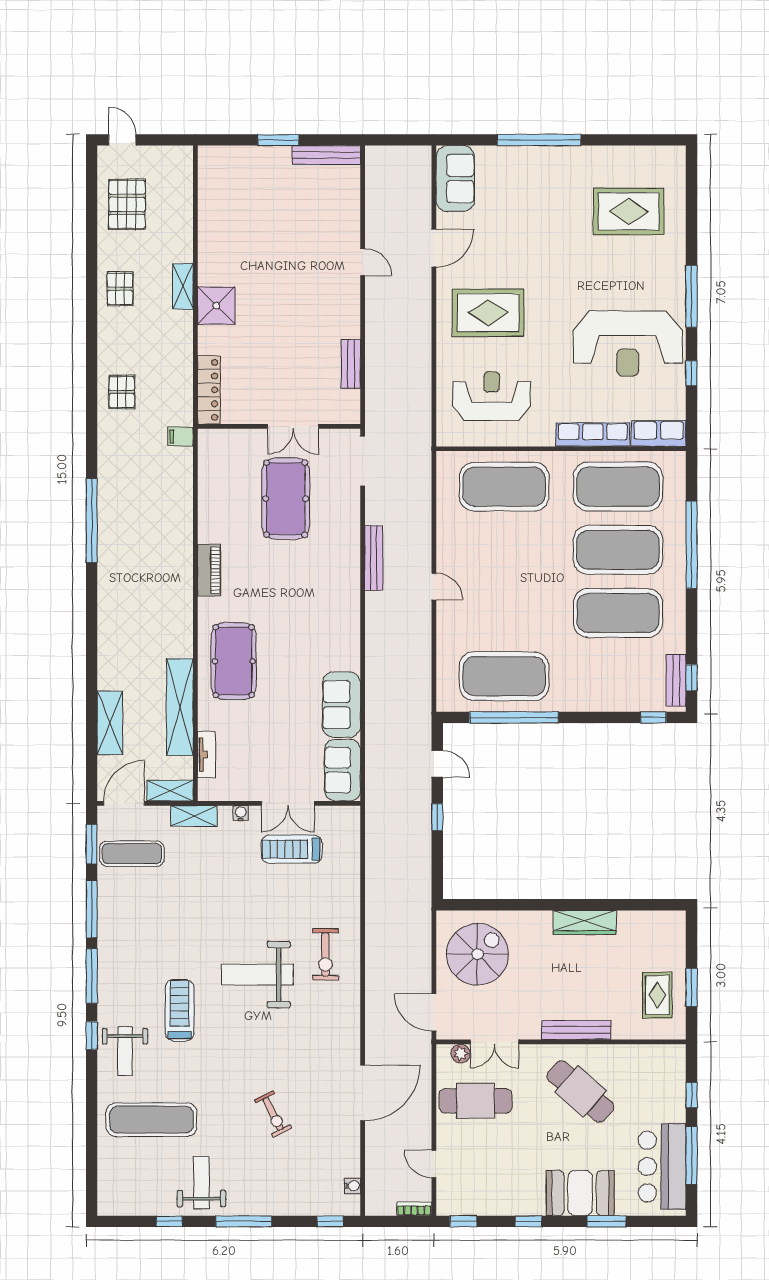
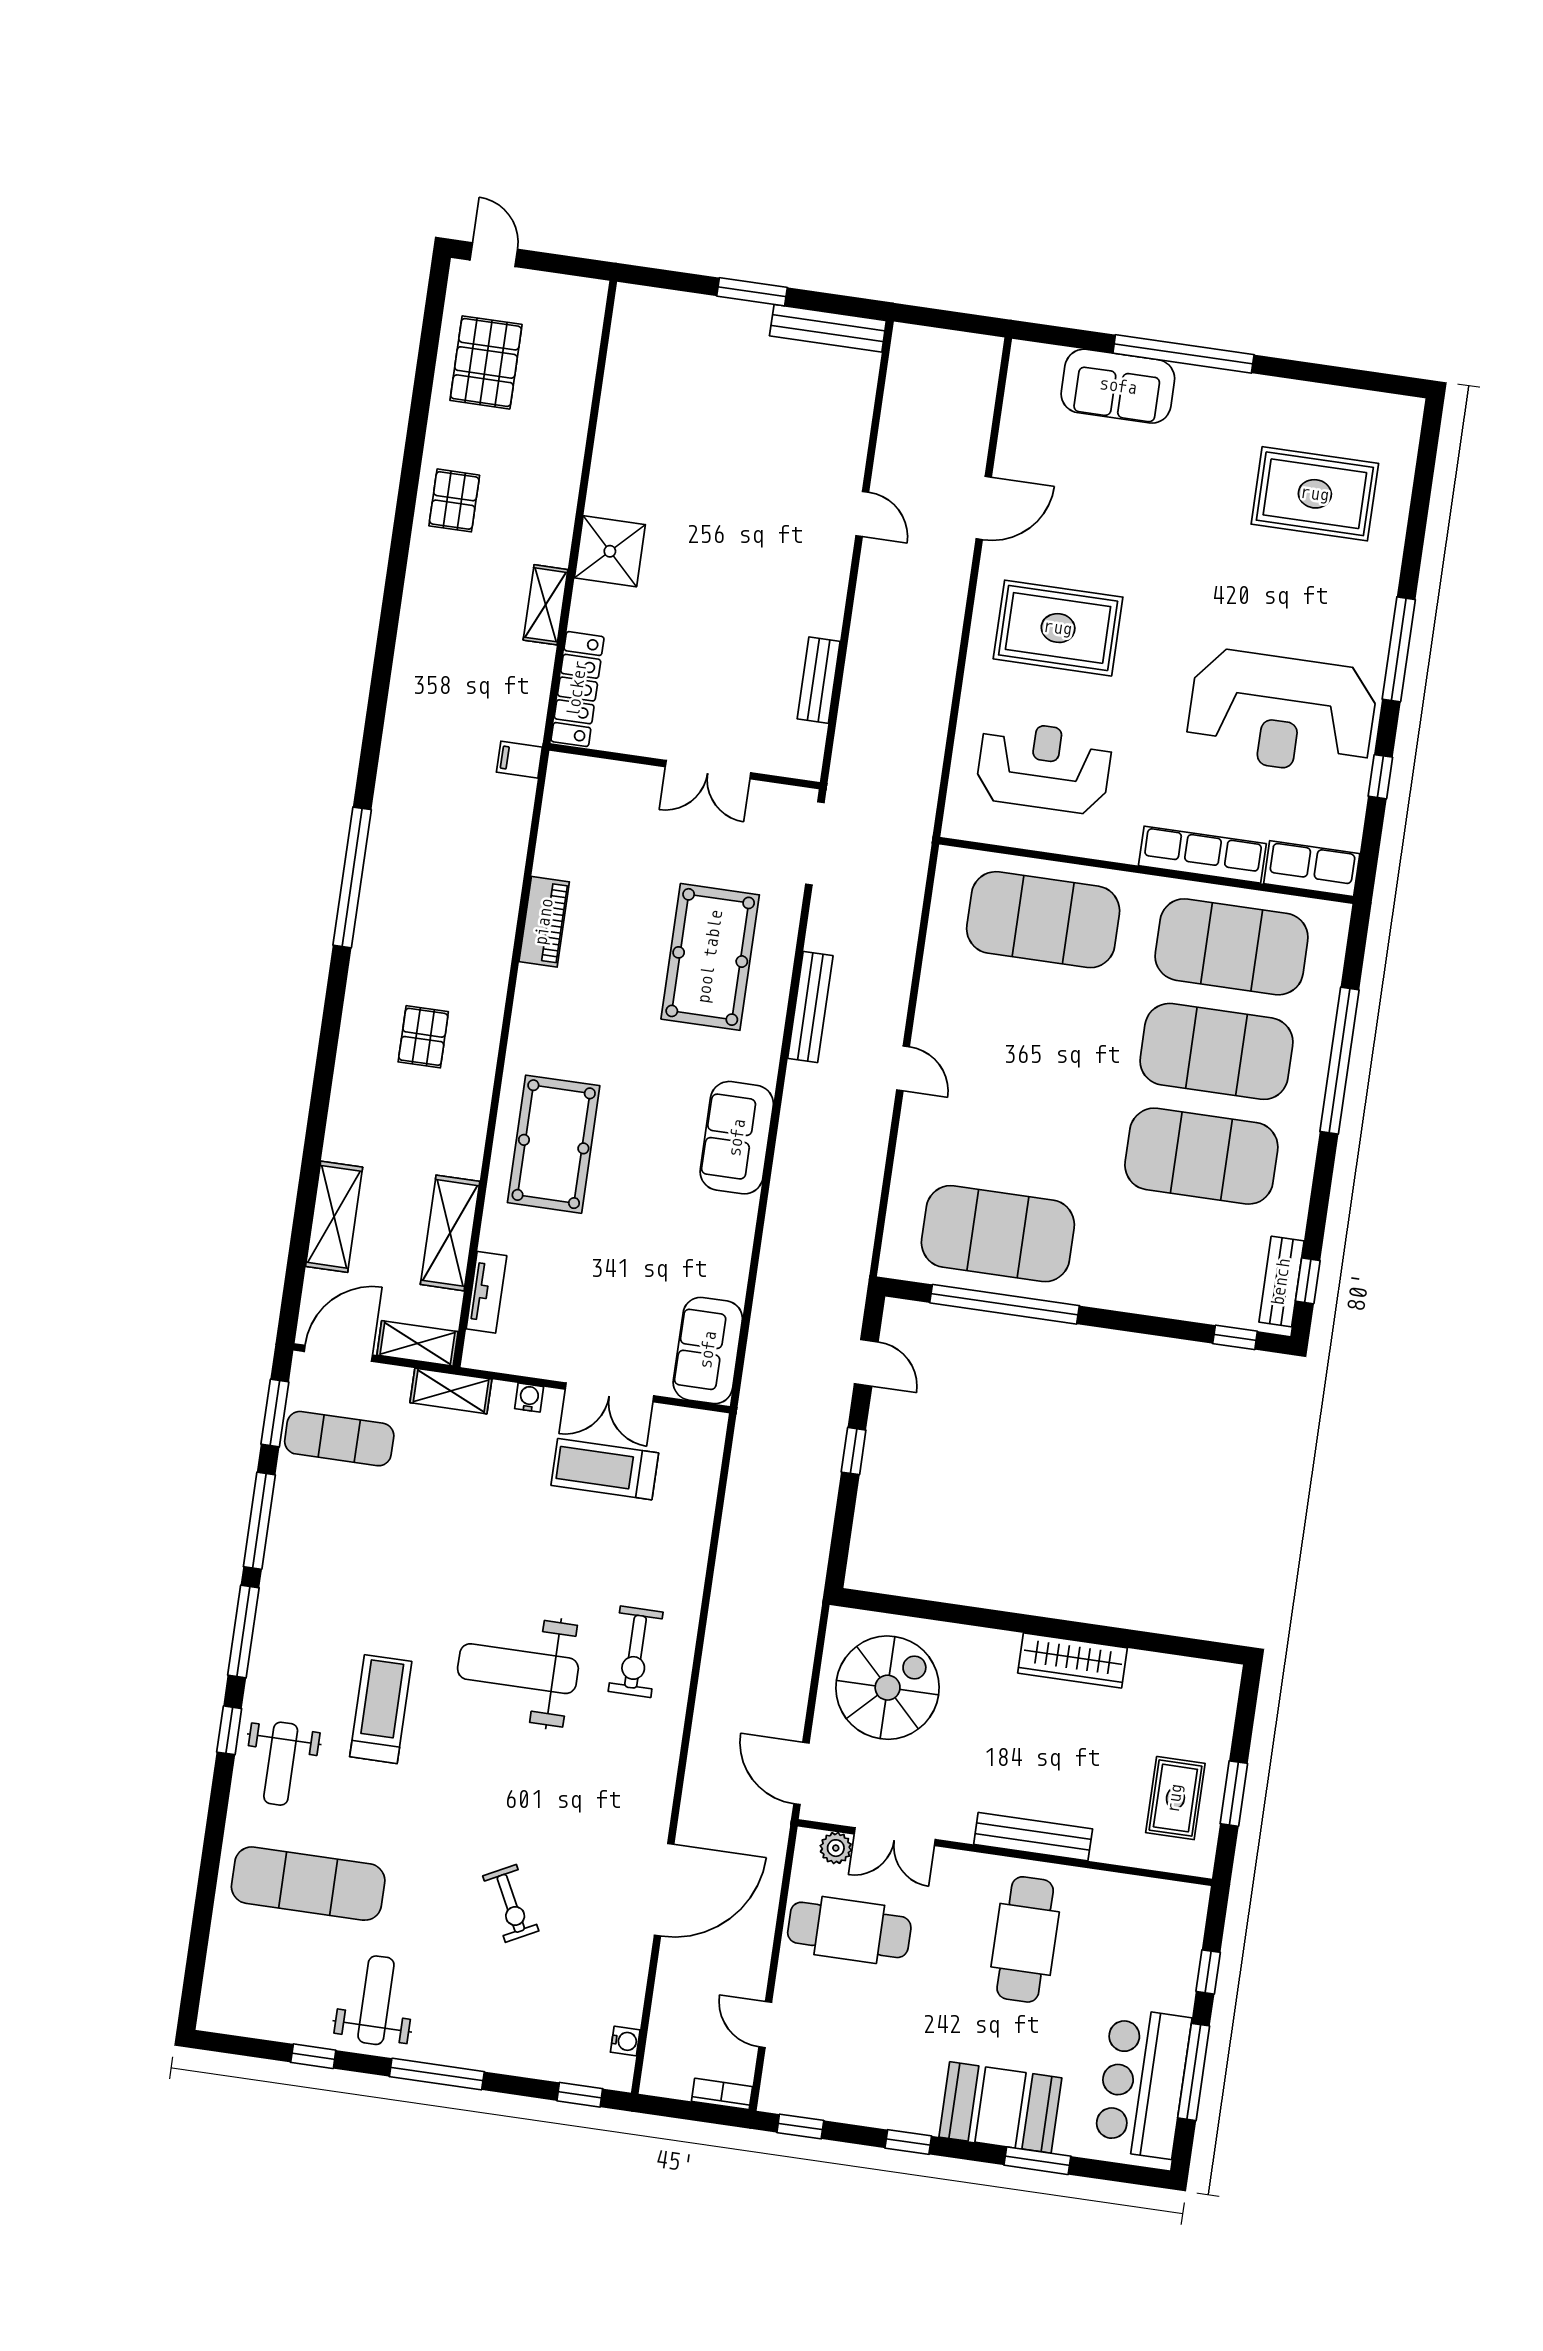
sofa: (455, 179) -> (1118, 386), moved, turned 90
shelving: (183, 286) -> (546, 605), moved
pallet: (122, 392) -> (423, 1037), moved
pool table: (286, 499) -> (710, 957), moved
piano: (209, 570) -> (544, 922), moved
sofa: (341, 705) -> (737, 1138), moved
shelving: (180, 707) -> (450, 1233), width x0.68
cafe table: (580, 1092) -> (1025, 1939), turned 49

